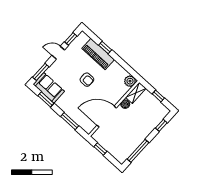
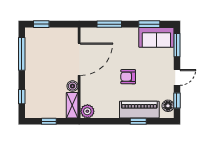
floor lamp: (79, 41) -> (168, 106), added
window: (100, 149) -> (41, 24), moved

